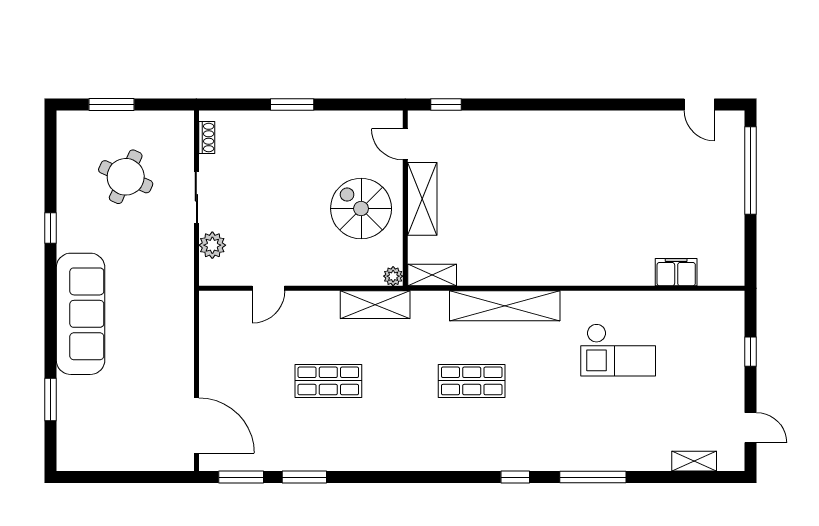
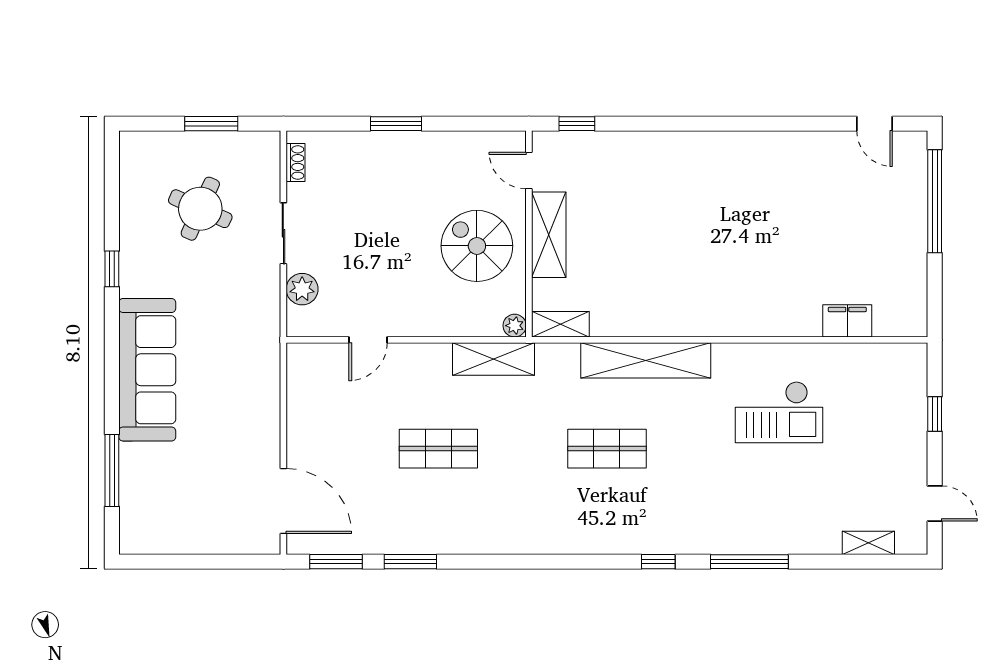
window: (111, 104) -> (211, 124), moved
window: (50, 400) -> (112, 471), width x1.44

